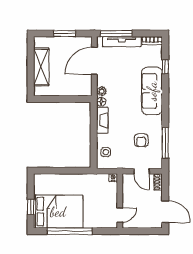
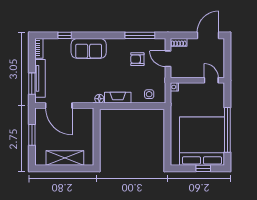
window: (116, 33) -> (32, 84), width x0.69
plant: (102, 91) -> (89, 98), removed
sofa: (152, 91) -> (89, 48), width x0.73
armchair: (141, 140) -> (137, 59), turned 180
door: (142, 171) -> (168, 59), swing flipped
bed: (58, 212) -> (202, 141), width x1.36

